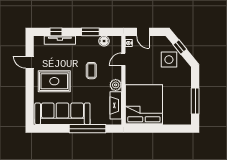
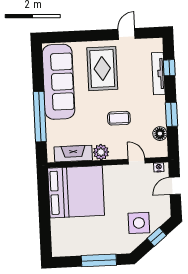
window: (195, 101) -> (99, 260), moved

